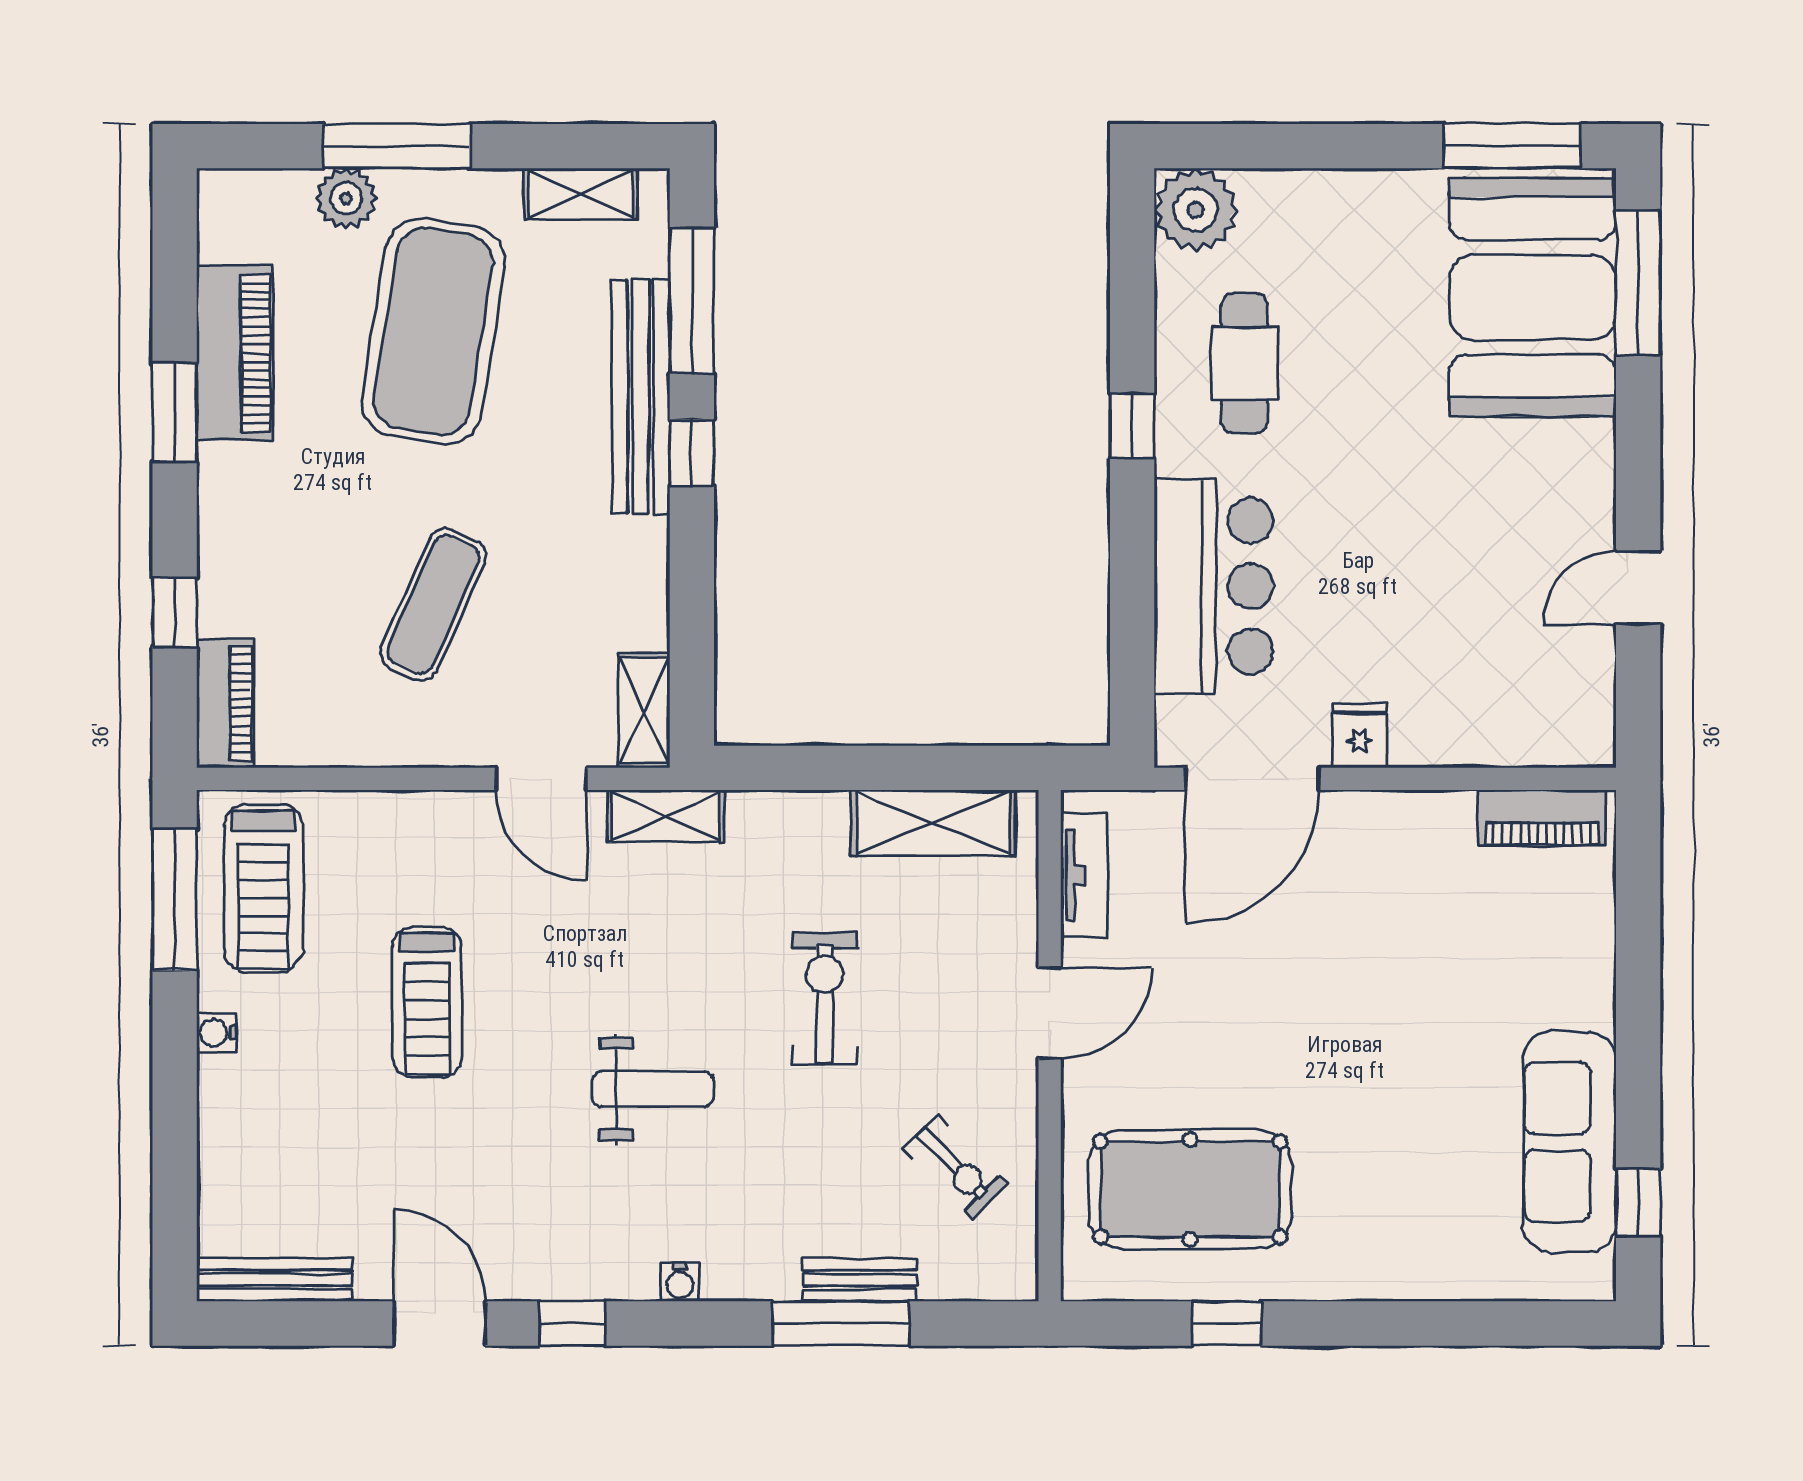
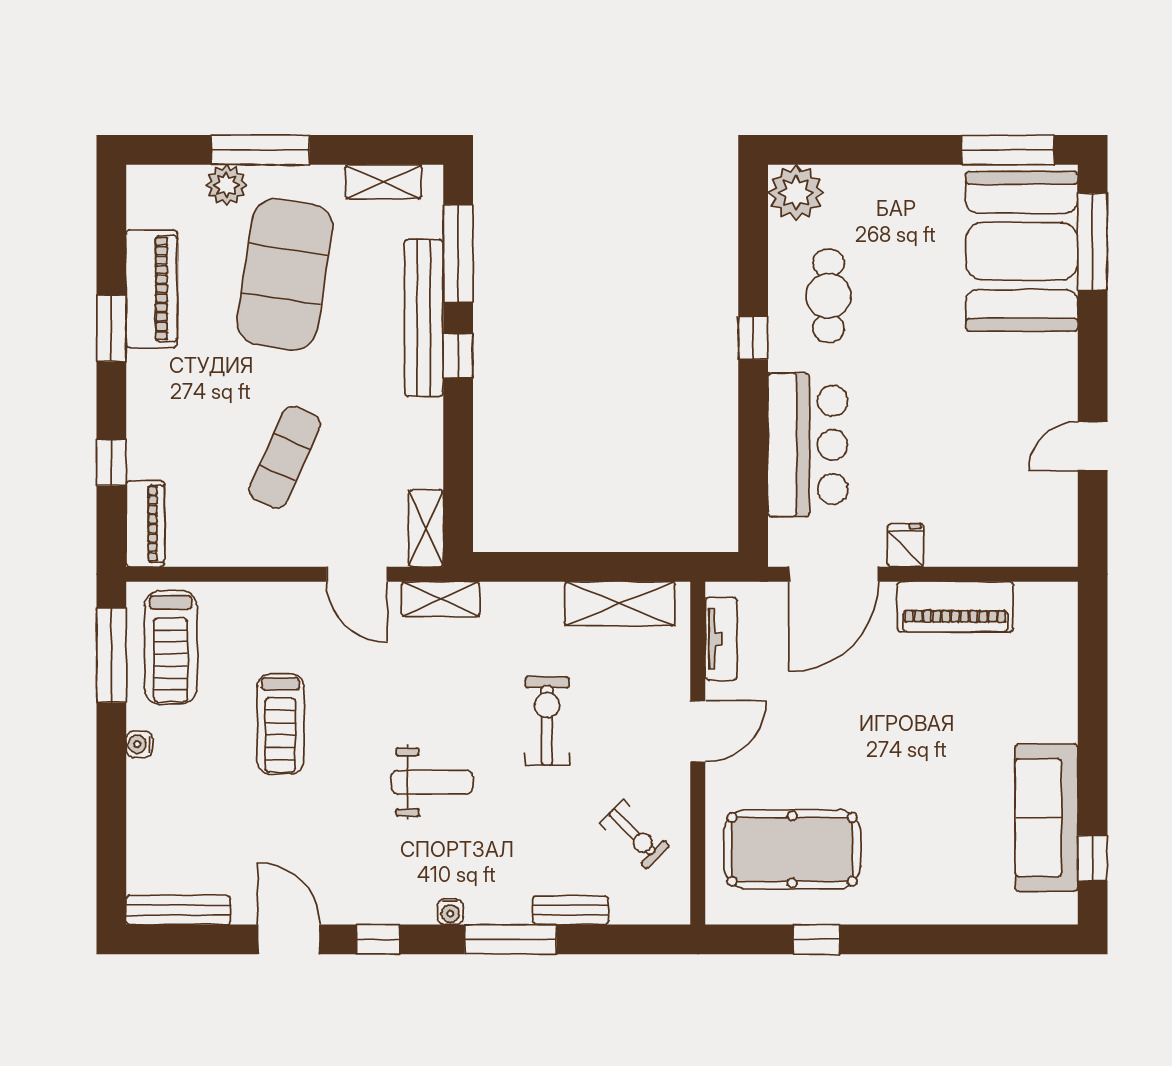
piano: (1542, 818) -> (955, 607), moved, width x1.37, depth x1.33
window: (841, 1323) -> (511, 939), moved

